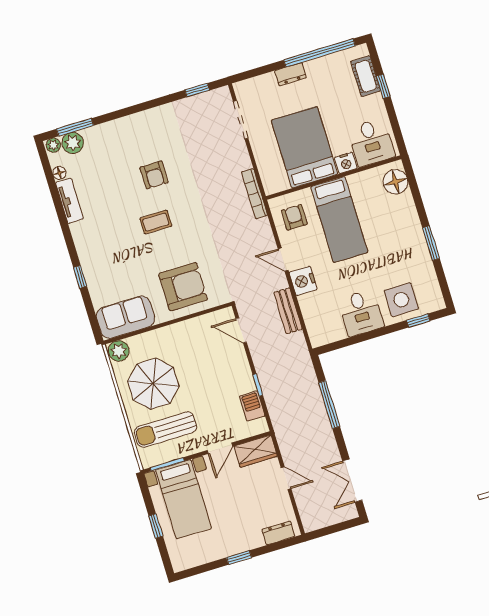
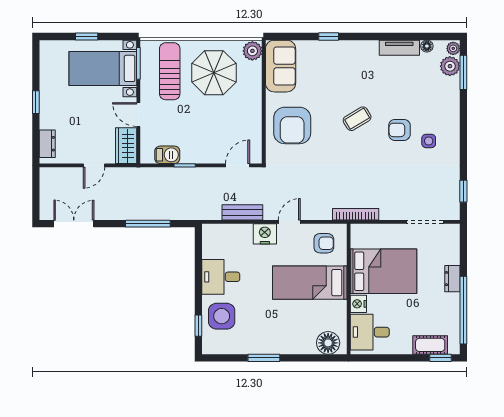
window: (383, 86) -> (441, 358), moved
side table: (156, 141) -> (429, 141), added
coffee table: (156, 222) -> (357, 119), turned 59

